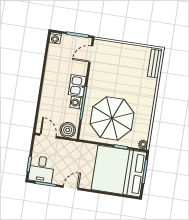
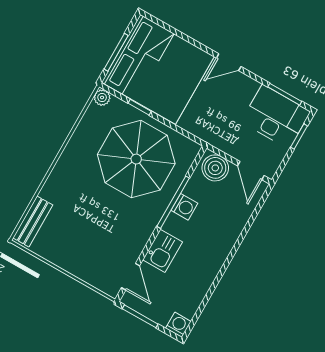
door: (91, 54) -> (131, 277), hinge flipped
kitchen sink: (77, 86) -> (163, 251), moved
desk: (41, 169) -> (276, 117), width x1.37
door: (71, 188) -> (229, 62), moved

